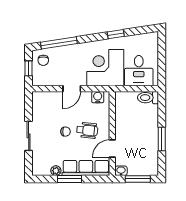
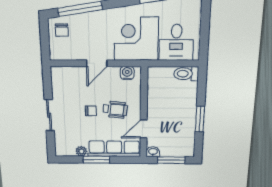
window: (29, 68) -> (45, 40), removed

